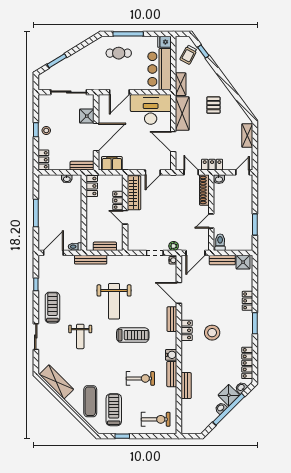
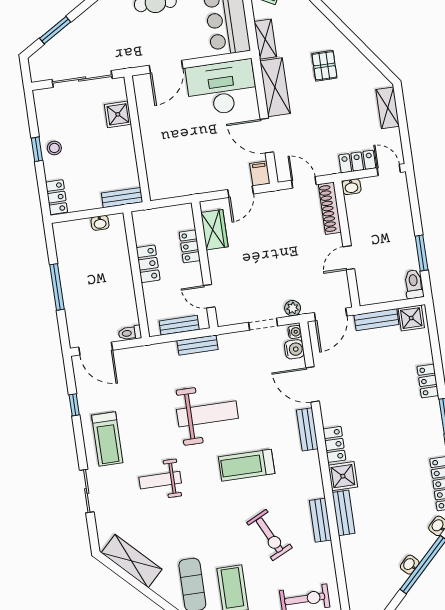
door: (96, 137) -> (138, 147), removed
filing cabinet: (112, 163) -> (260, 173), moved, width x0.50
locker: (212, 165) -> (357, 162), moved
door: (243, 172) -> (389, 170), hinge flipped
locker: (92, 186) -> (148, 264), moved
wardrobe: (134, 193) -> (214, 230), width x0.67
door: (125, 217) -> (209, 296), moved
toilet: (220, 242) -> (414, 284), moved
door: (53, 253) -> (96, 349), swing flipped
bench: (91, 260) -> (197, 345), moved, width x0.73
weight bench: (114, 301) -> (207, 414), turned -90
treadmill: (52, 308) -> (107, 439), turned 180
stool: (212, 333) -> (377, 442), removed
treadmill: (133, 335) -> (247, 465), turned 180
weight bench: (80, 336) -> (160, 480), turned 90
water cooler: (171, 355) -> (294, 349), moved
exercise bike: (140, 378) -> (269, 535), turned 64
bench: (186, 386) -> (344, 513), moved
shower: (229, 395) -> (343, 476), moved, turned 45

